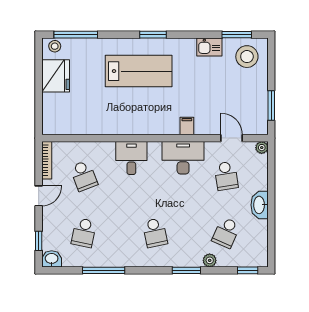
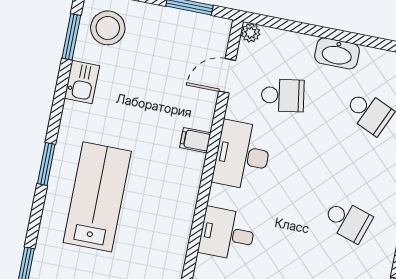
school desk: (155, 233) -> (348, 221), turned 30

